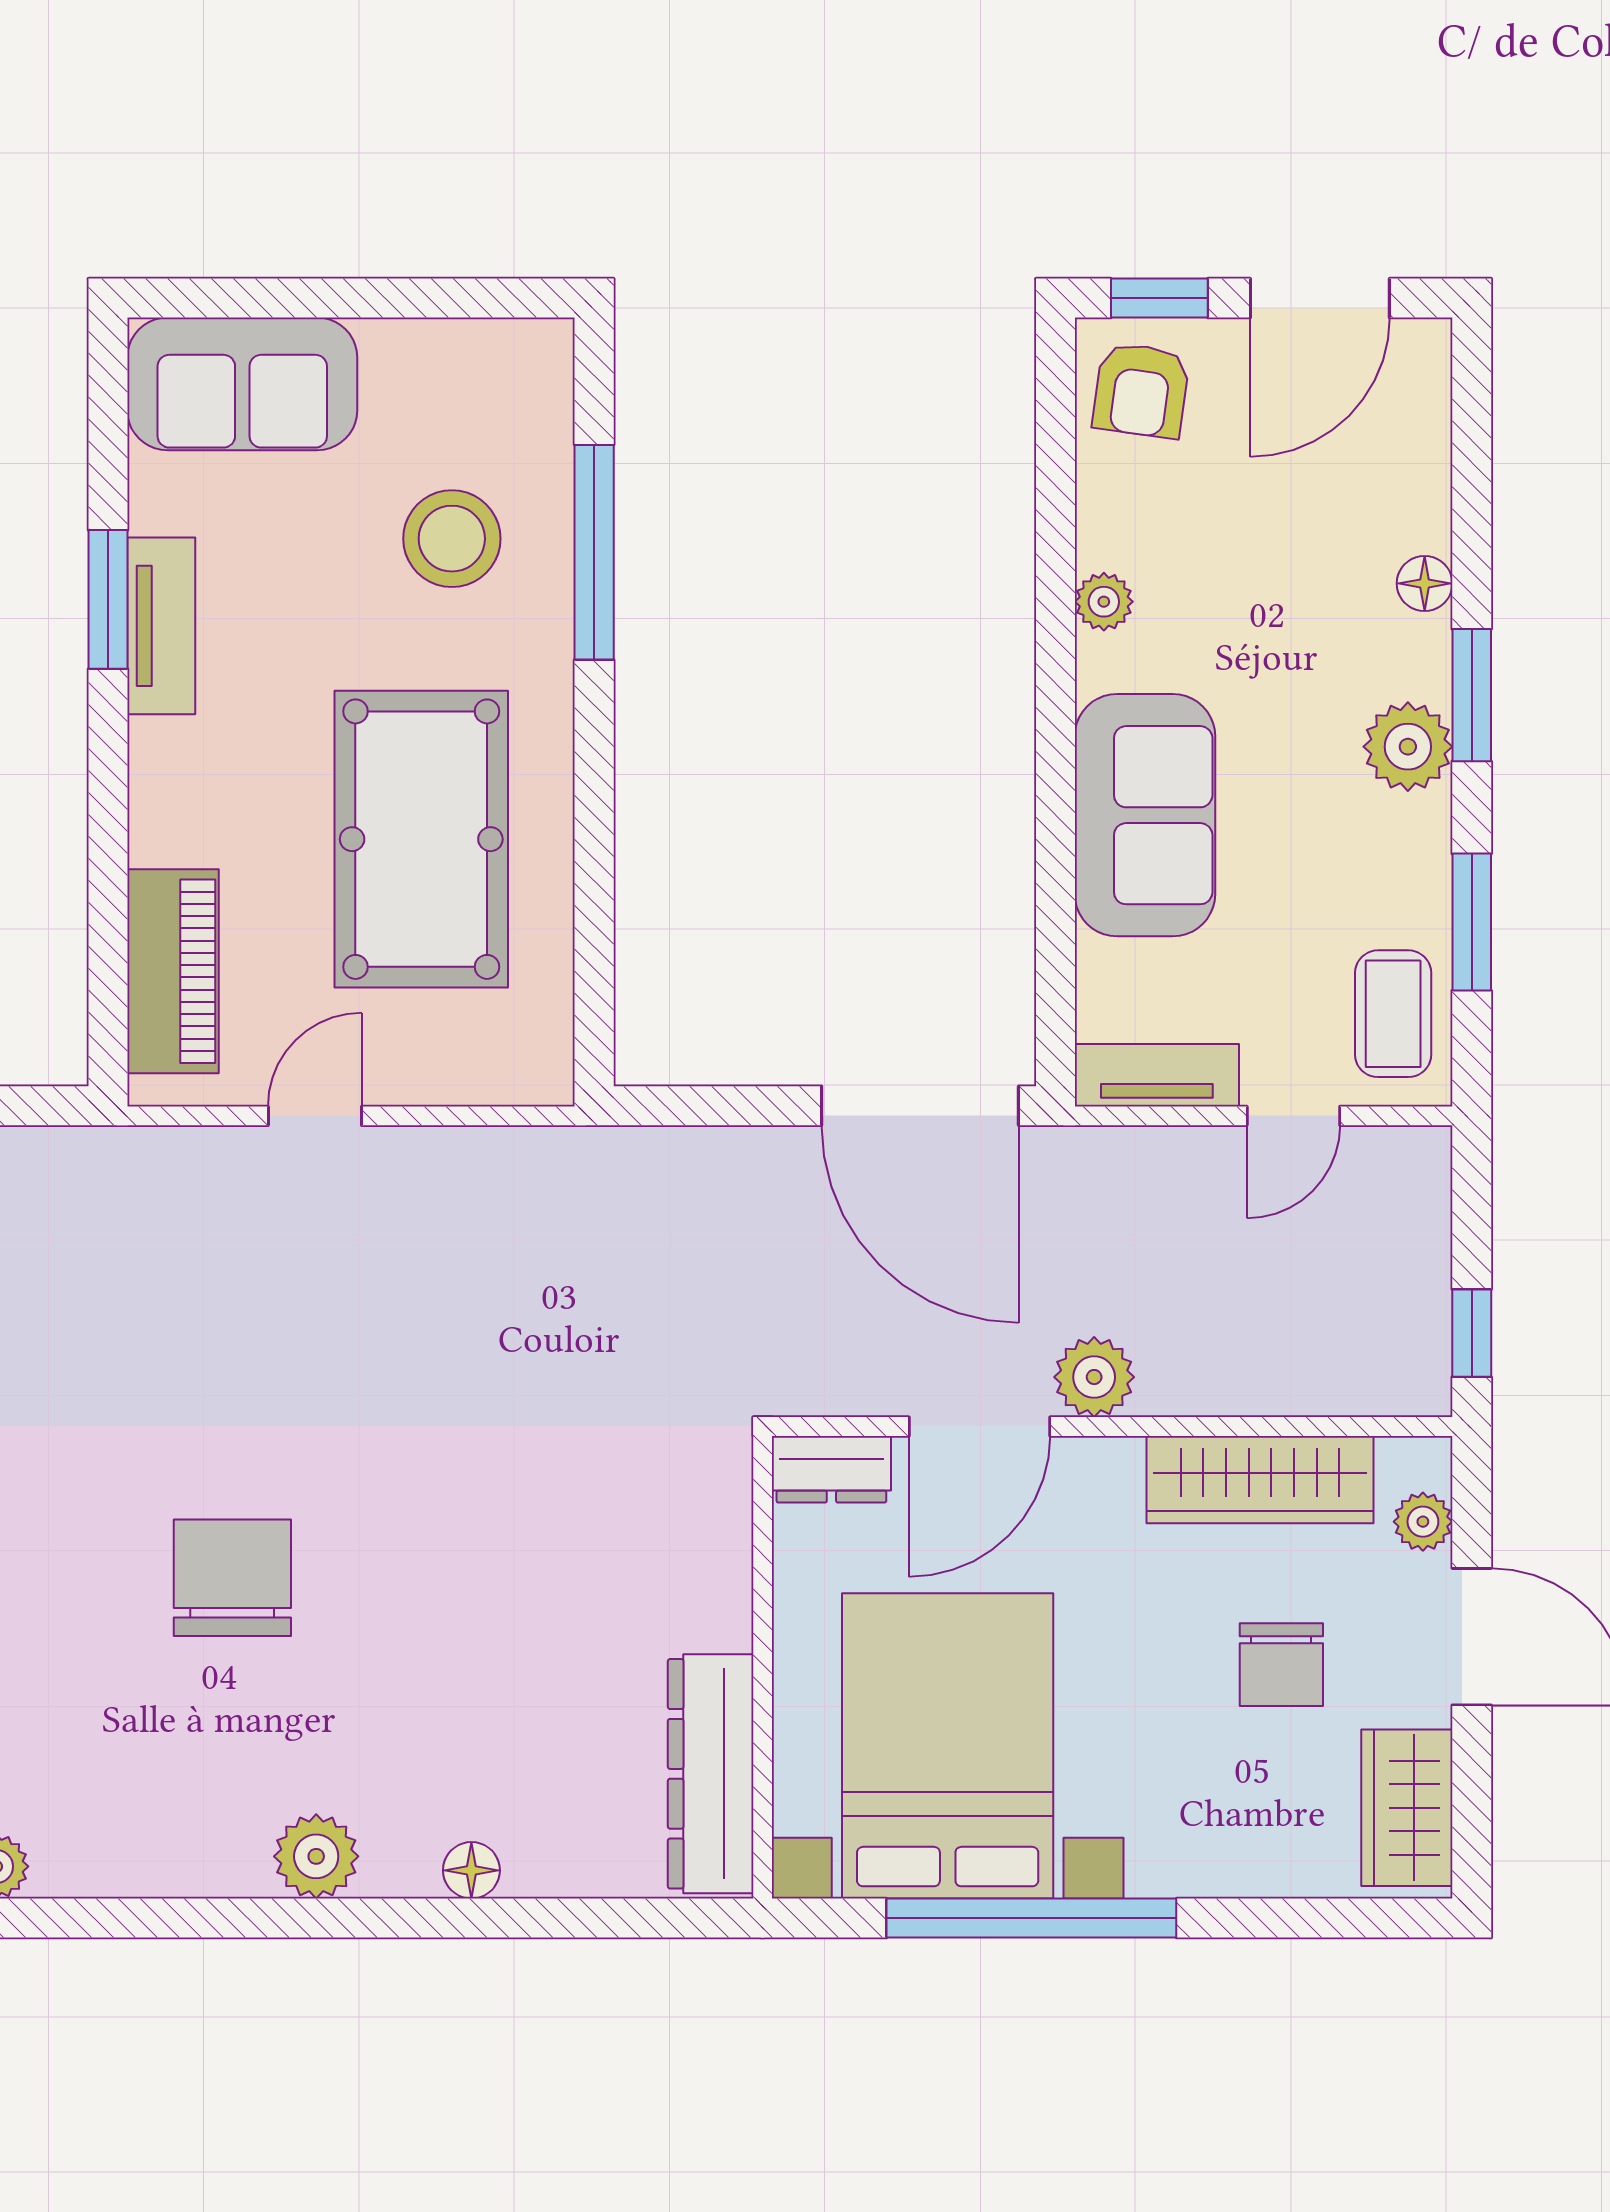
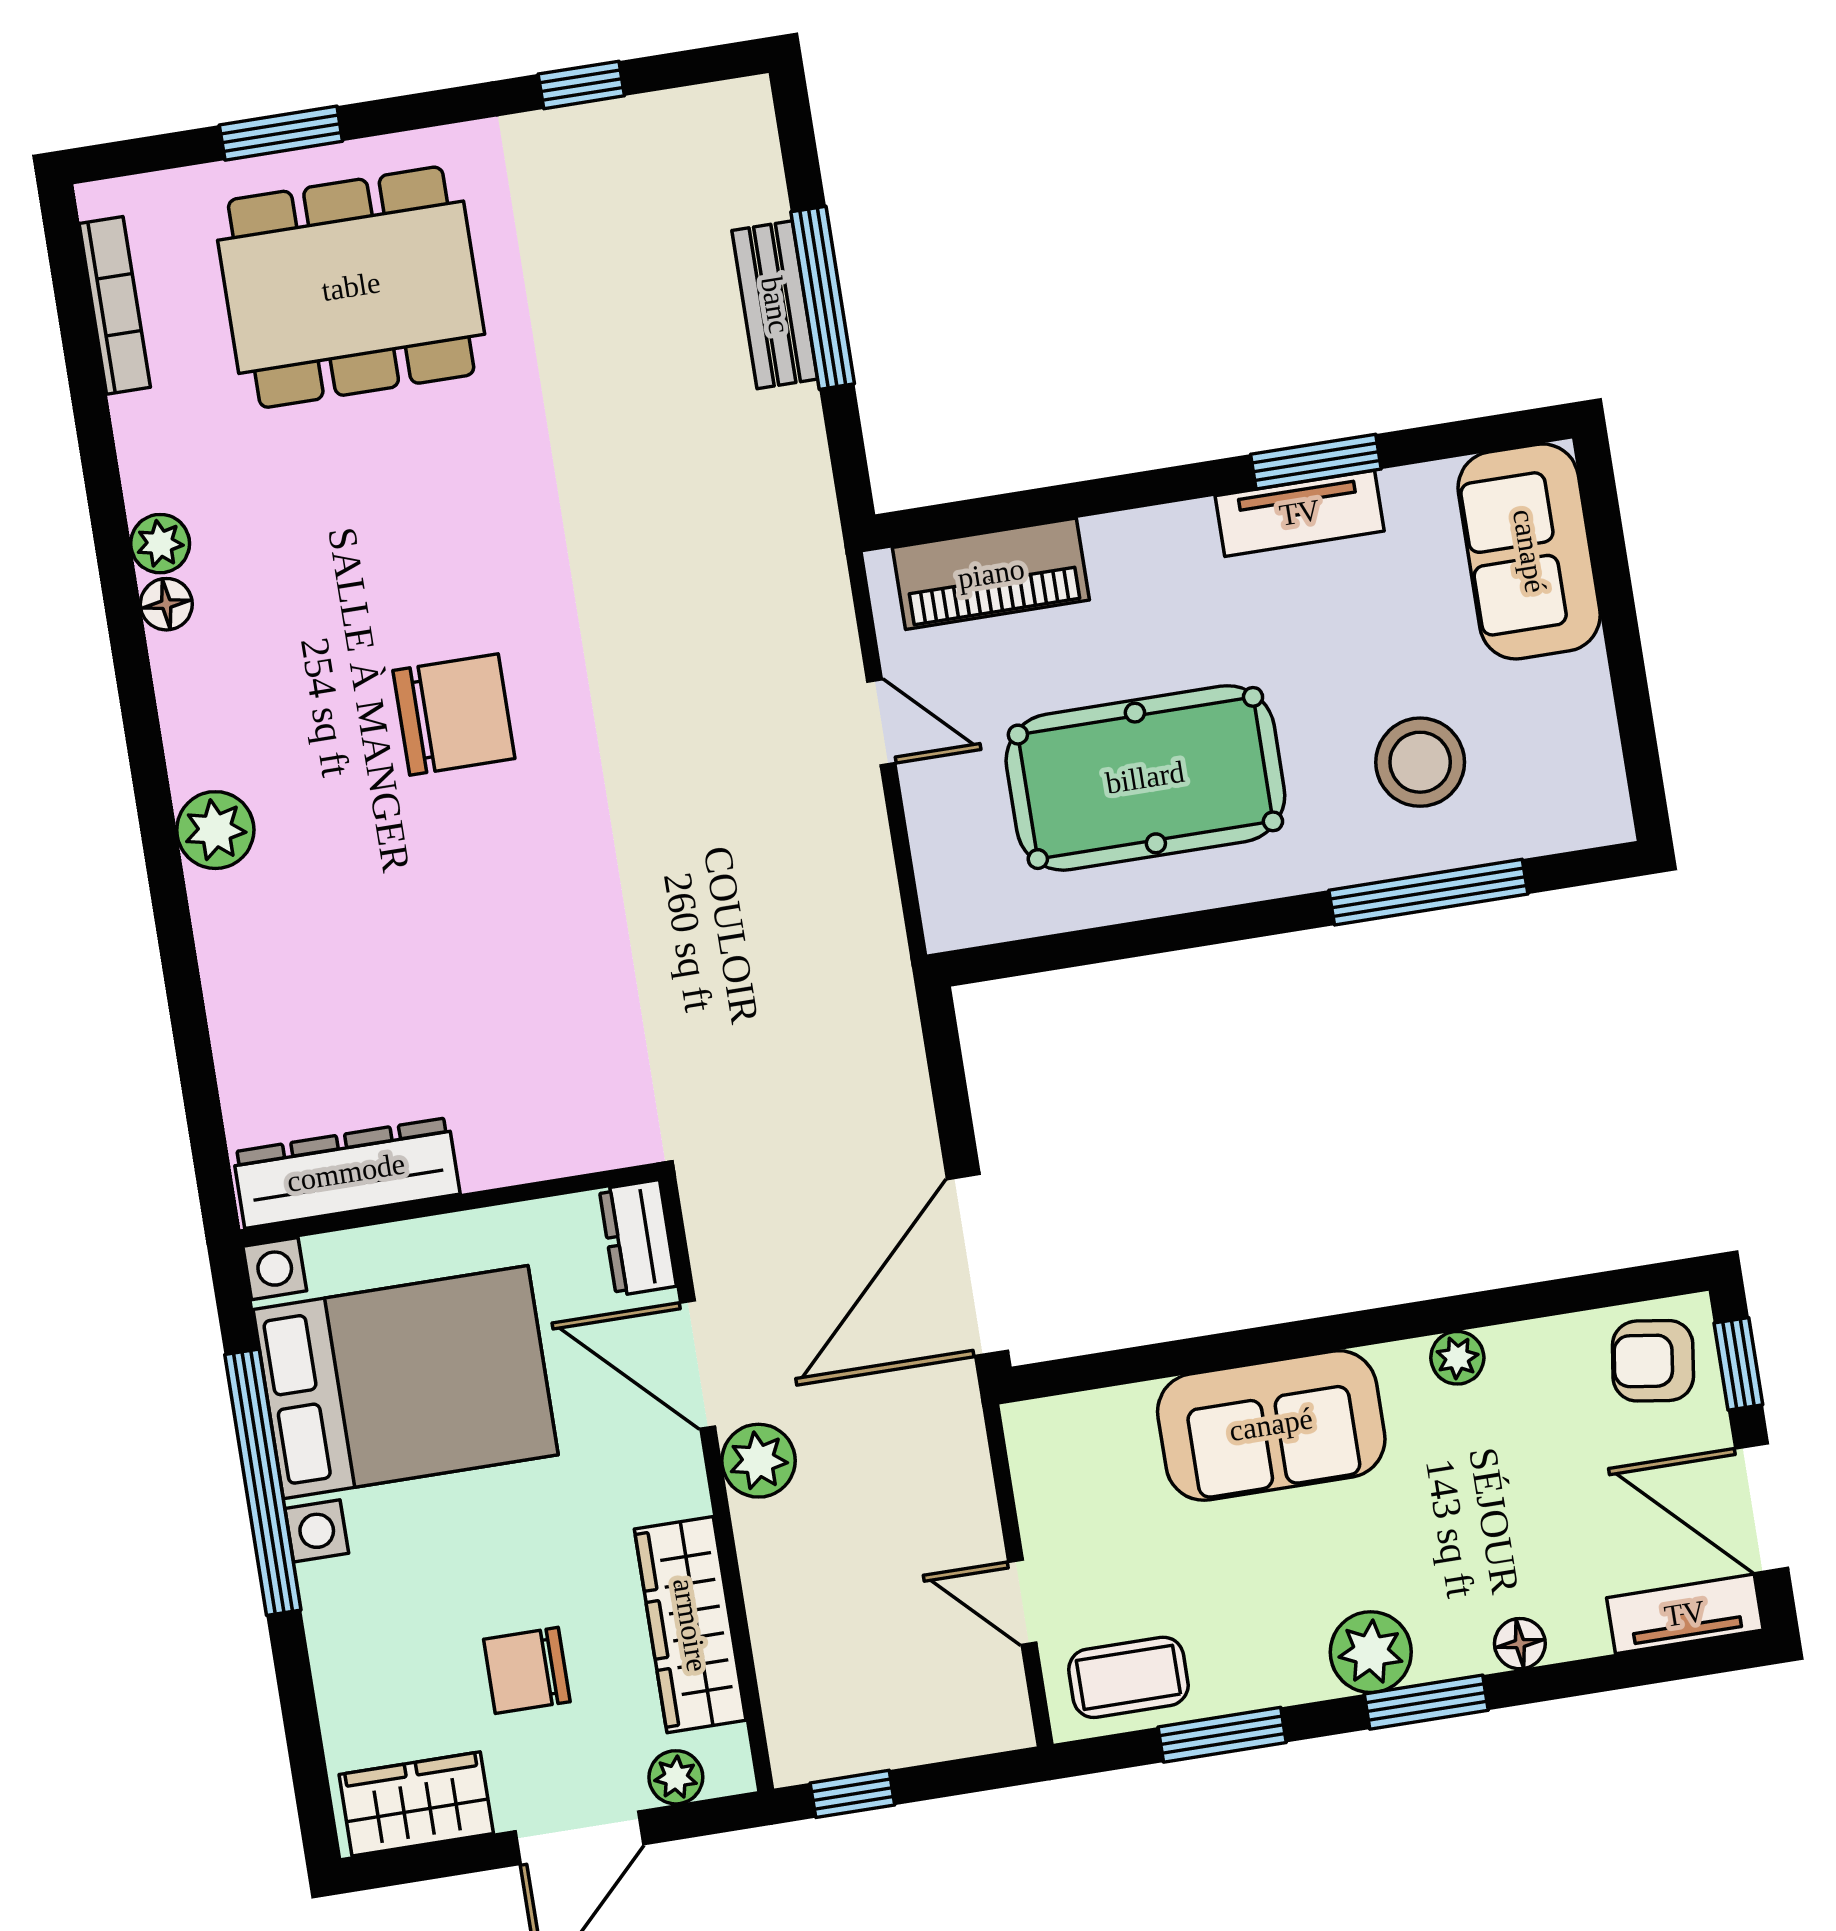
tv unit: (1157, 1075) -> (1685, 1614), moved, turned -90
floor lamp: (471, 1870) -> (166, 604), moved

